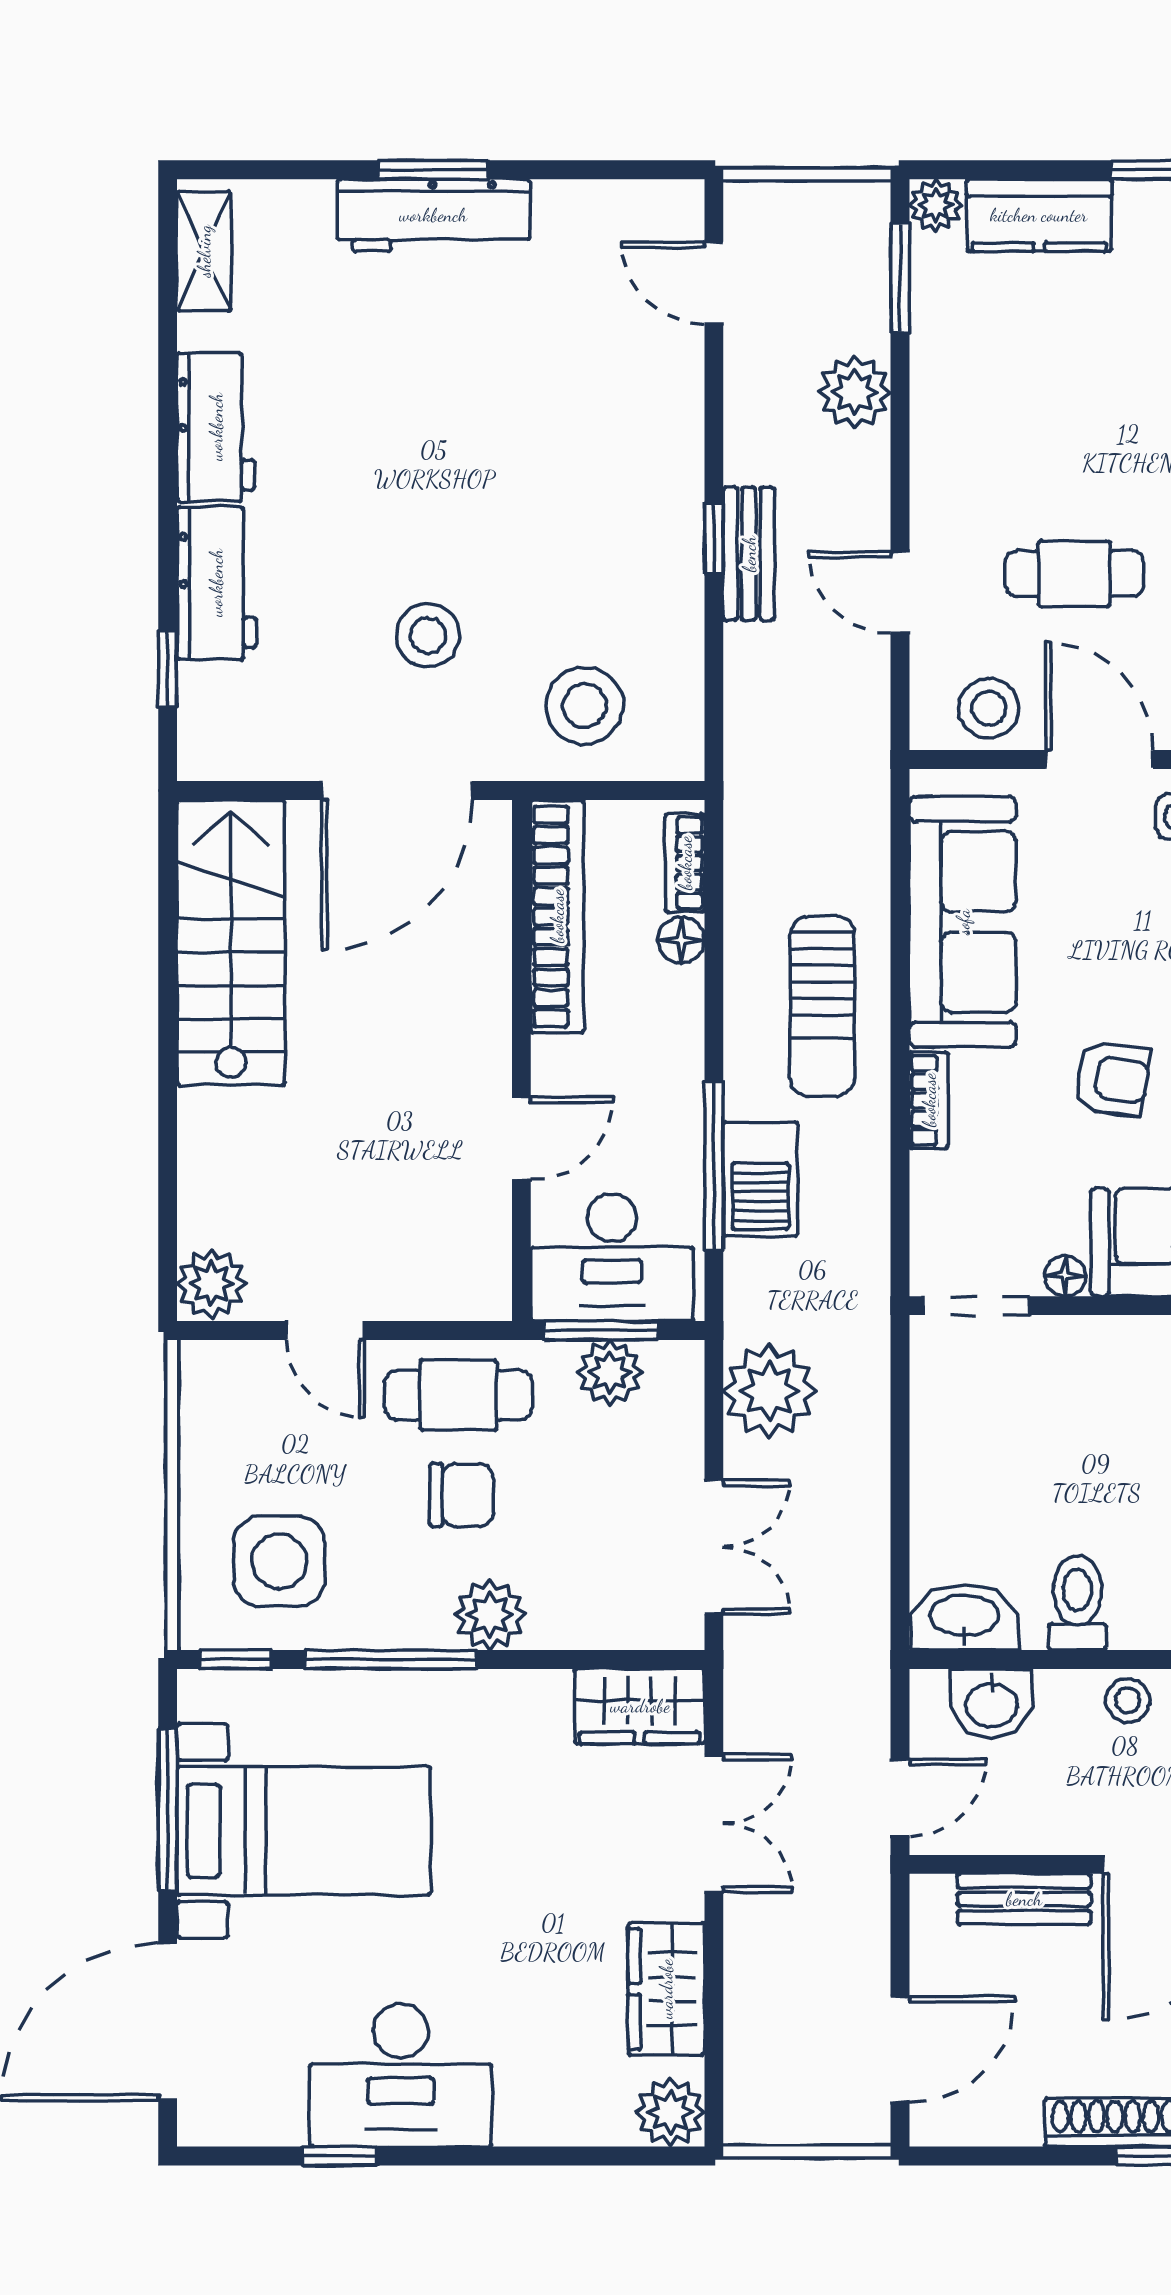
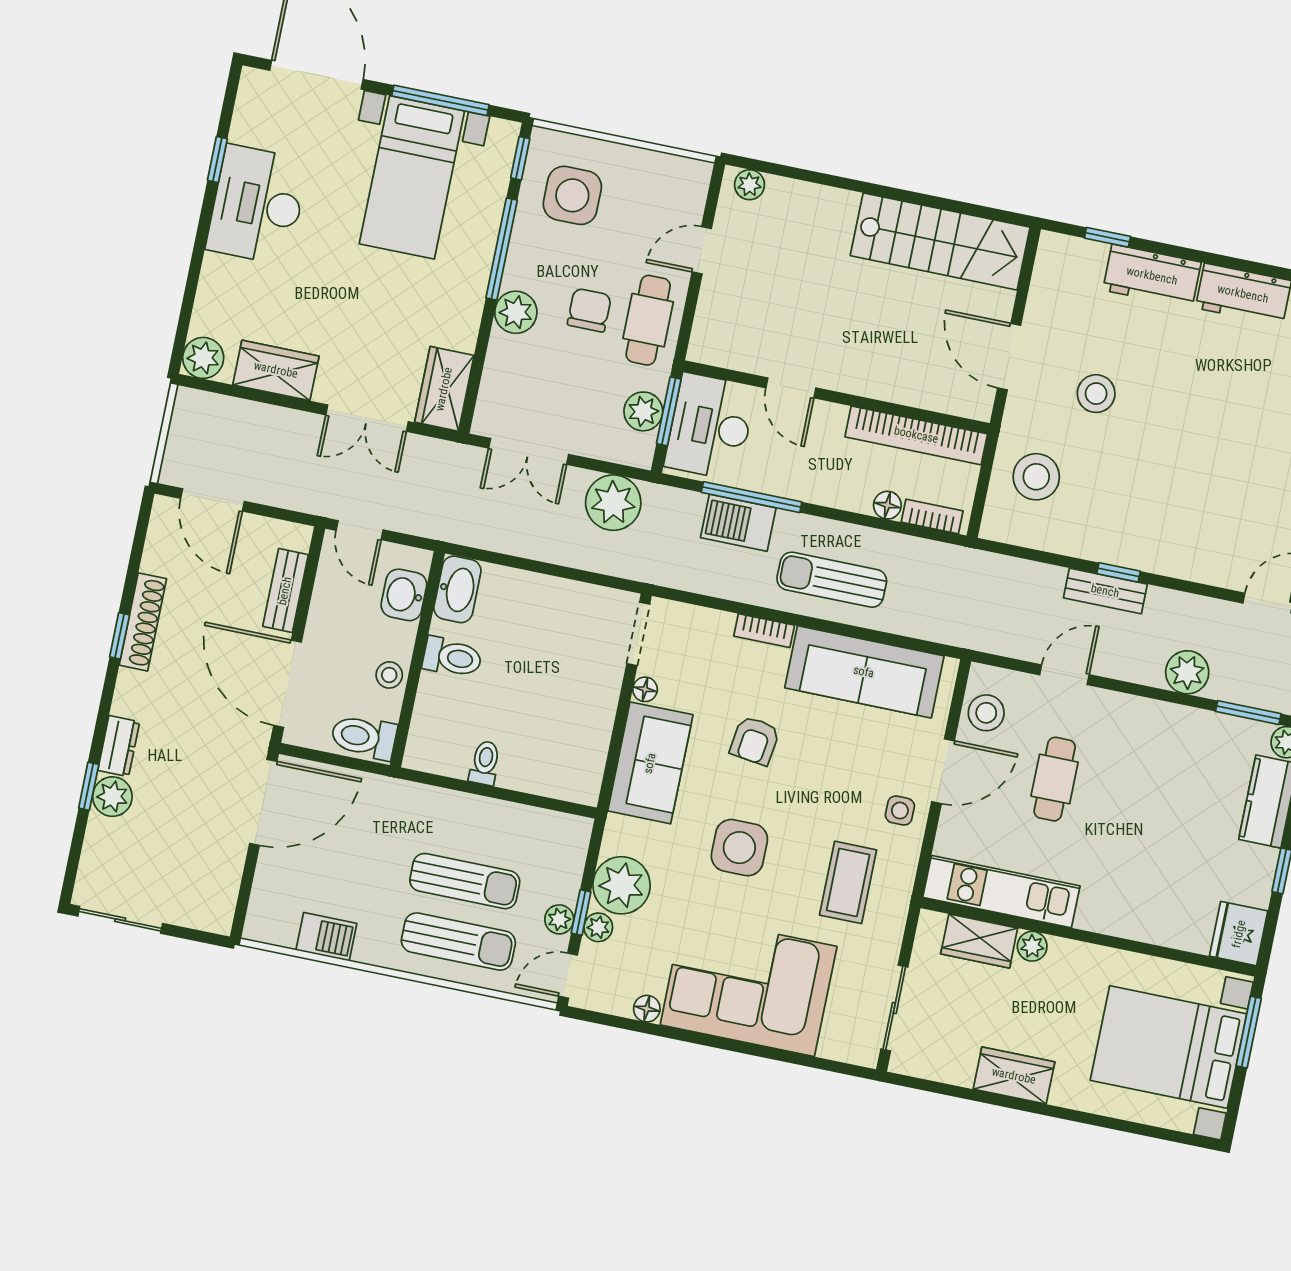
door: (397, 790) -> (1009, 357), width x0.73
plant: (211, 1284) -> (750, 185), width x0.73, depth x0.73
chair: (462, 1495) -> (589, 310), turned 180

